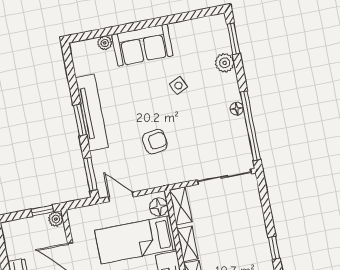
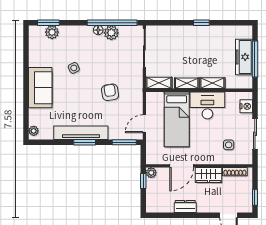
plant: (105, 43) -> (34, 131), moved
plant: (225, 63) -> (52, 32), moved
plant: (236, 127) -> (111, 33), added
floor lamp: (159, 207) -> (157, 98), removed

